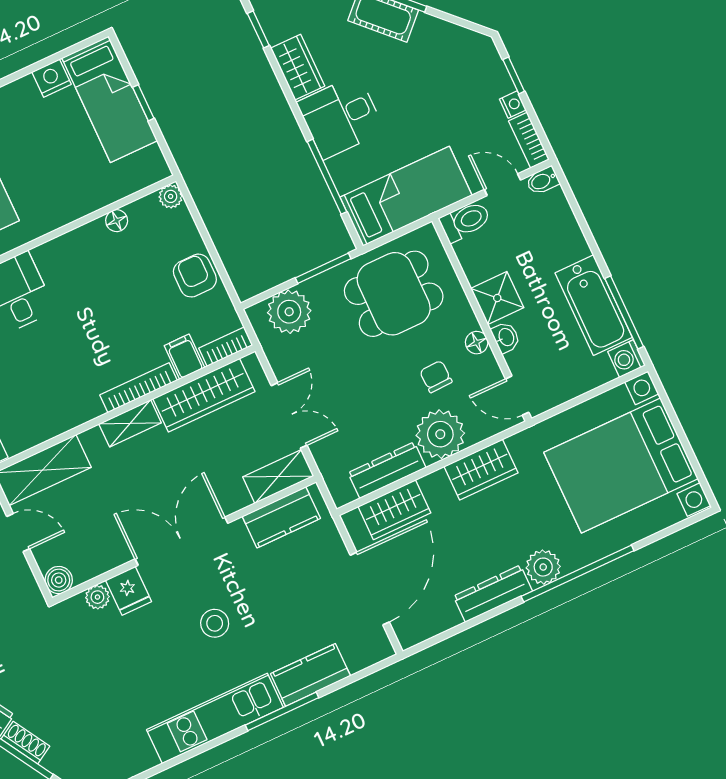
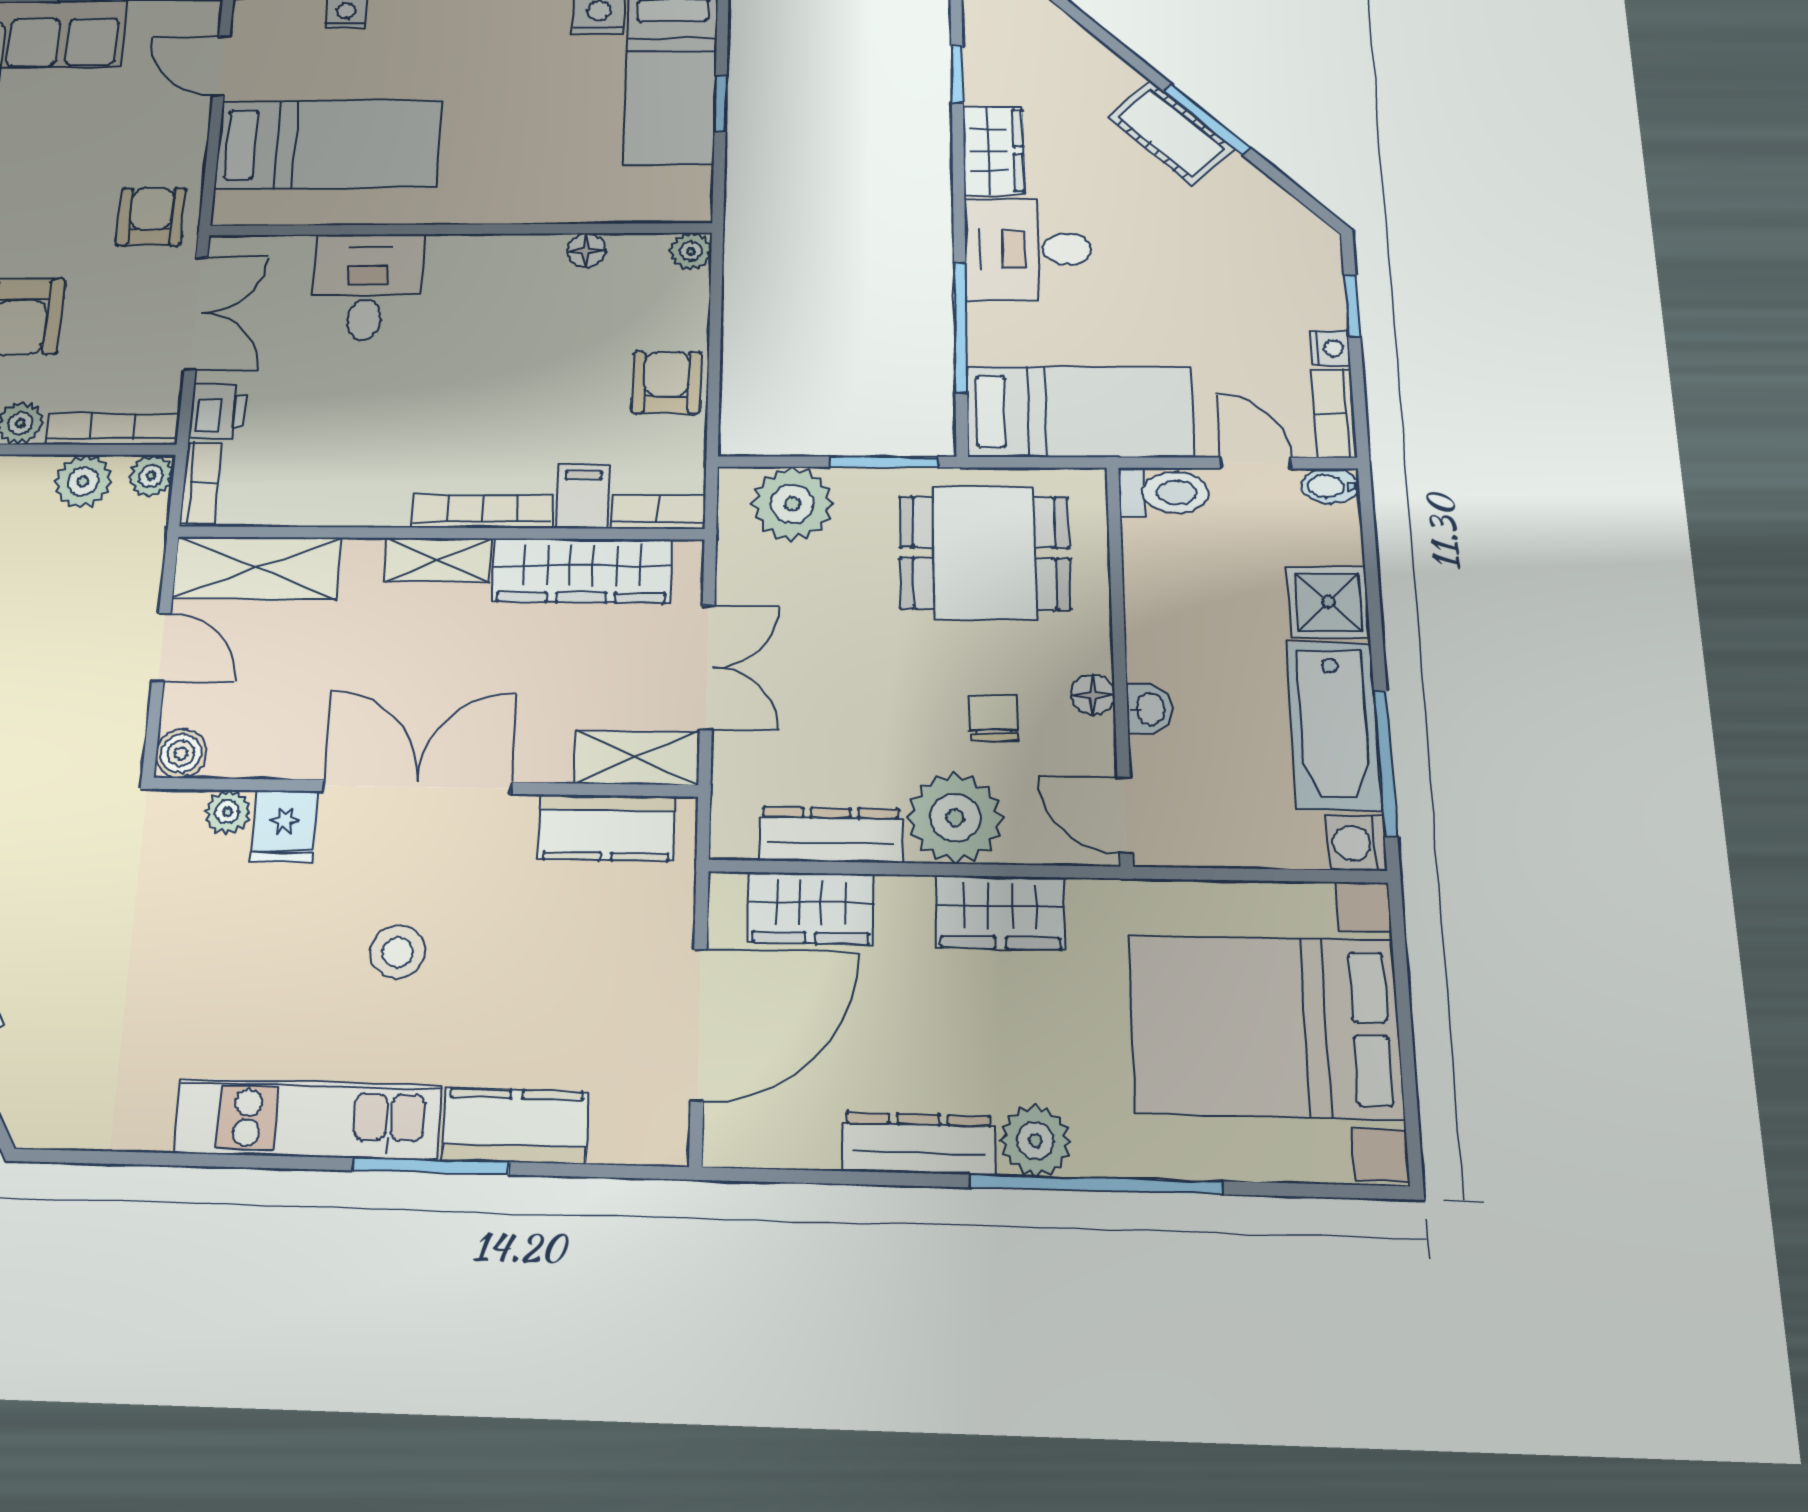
shower: (497, 298) -> (1328, 602), moved

